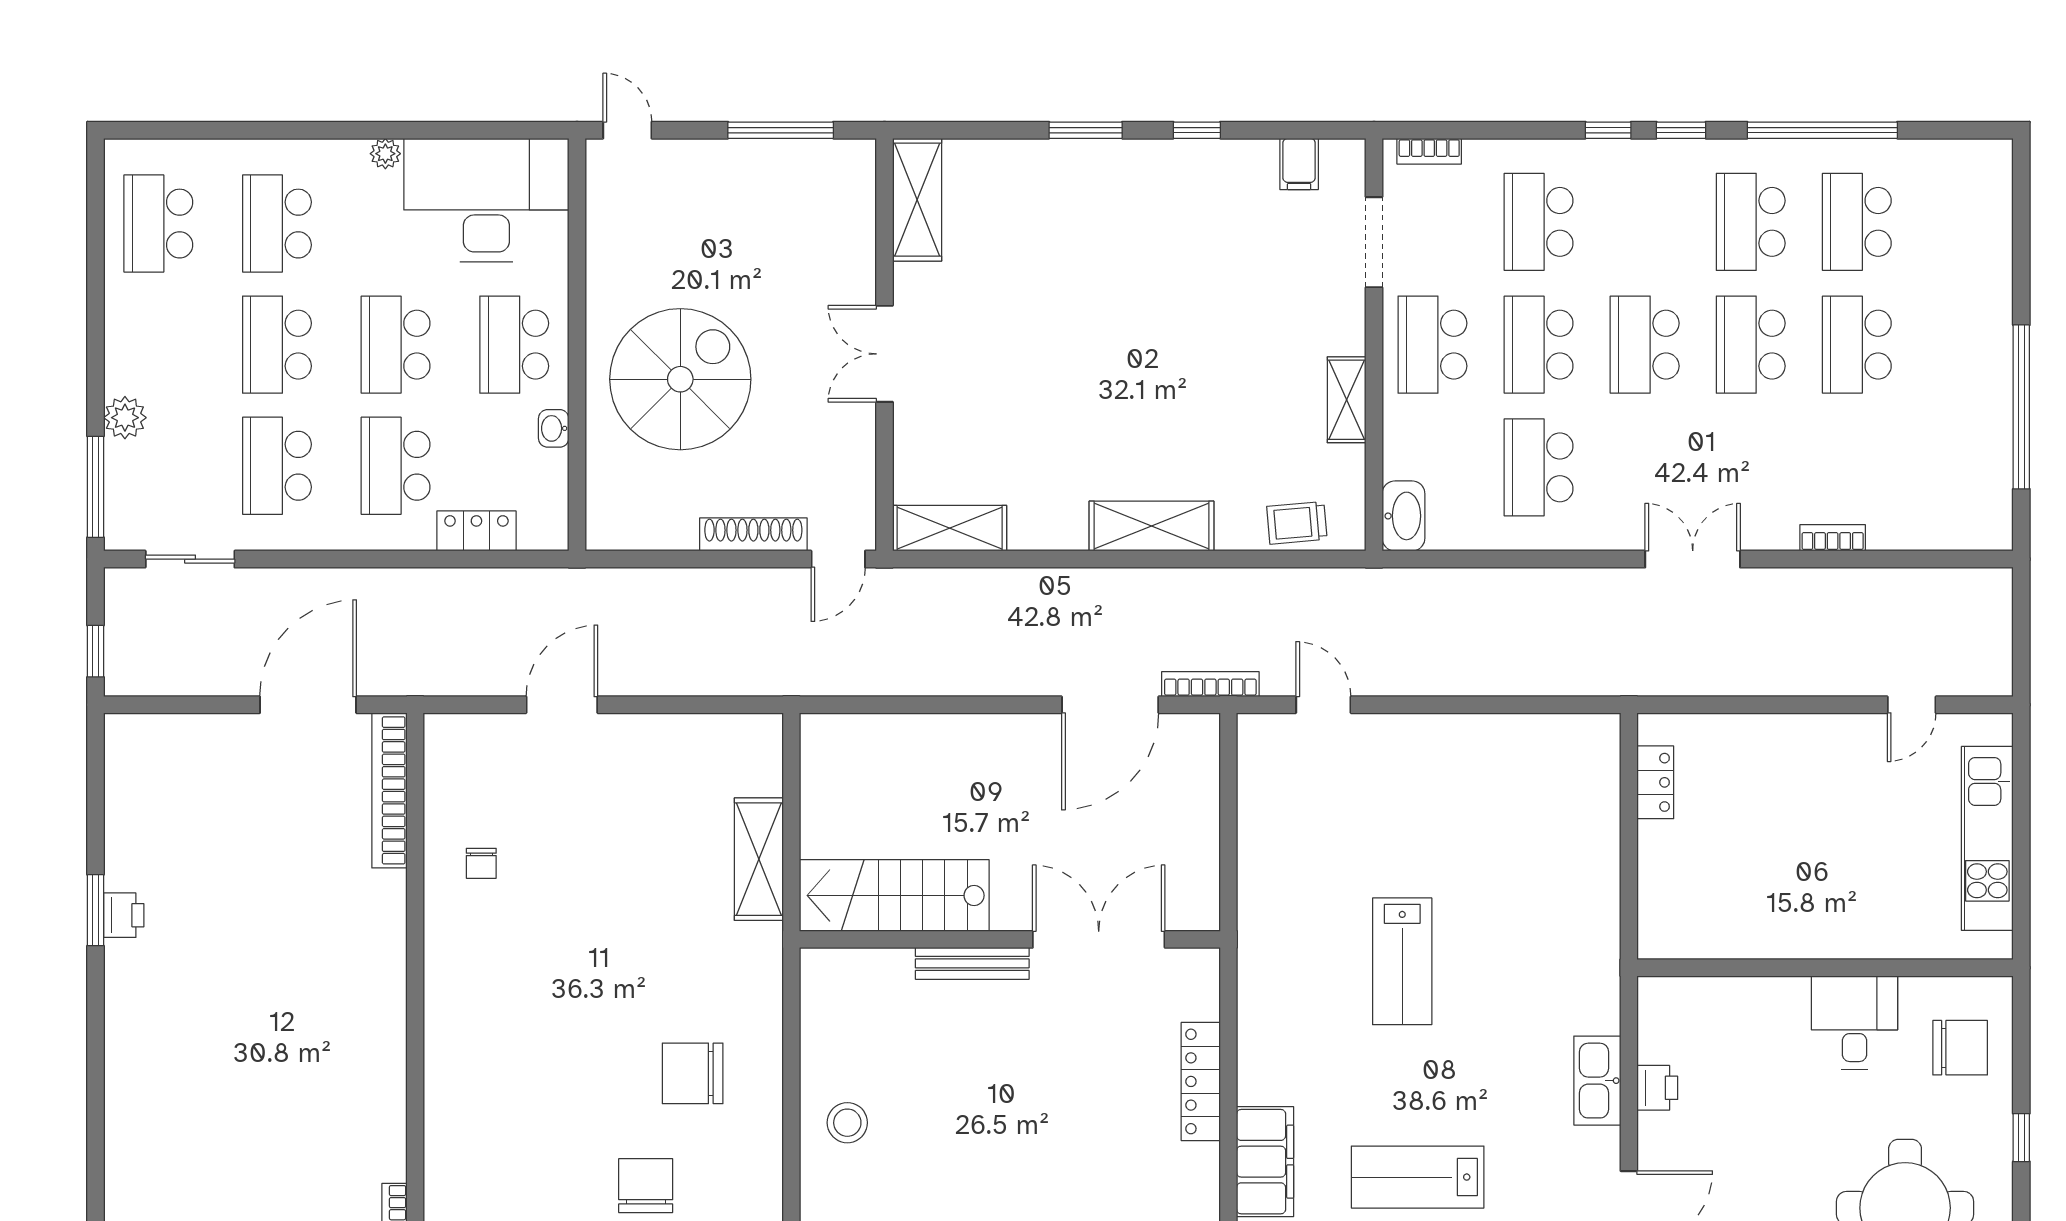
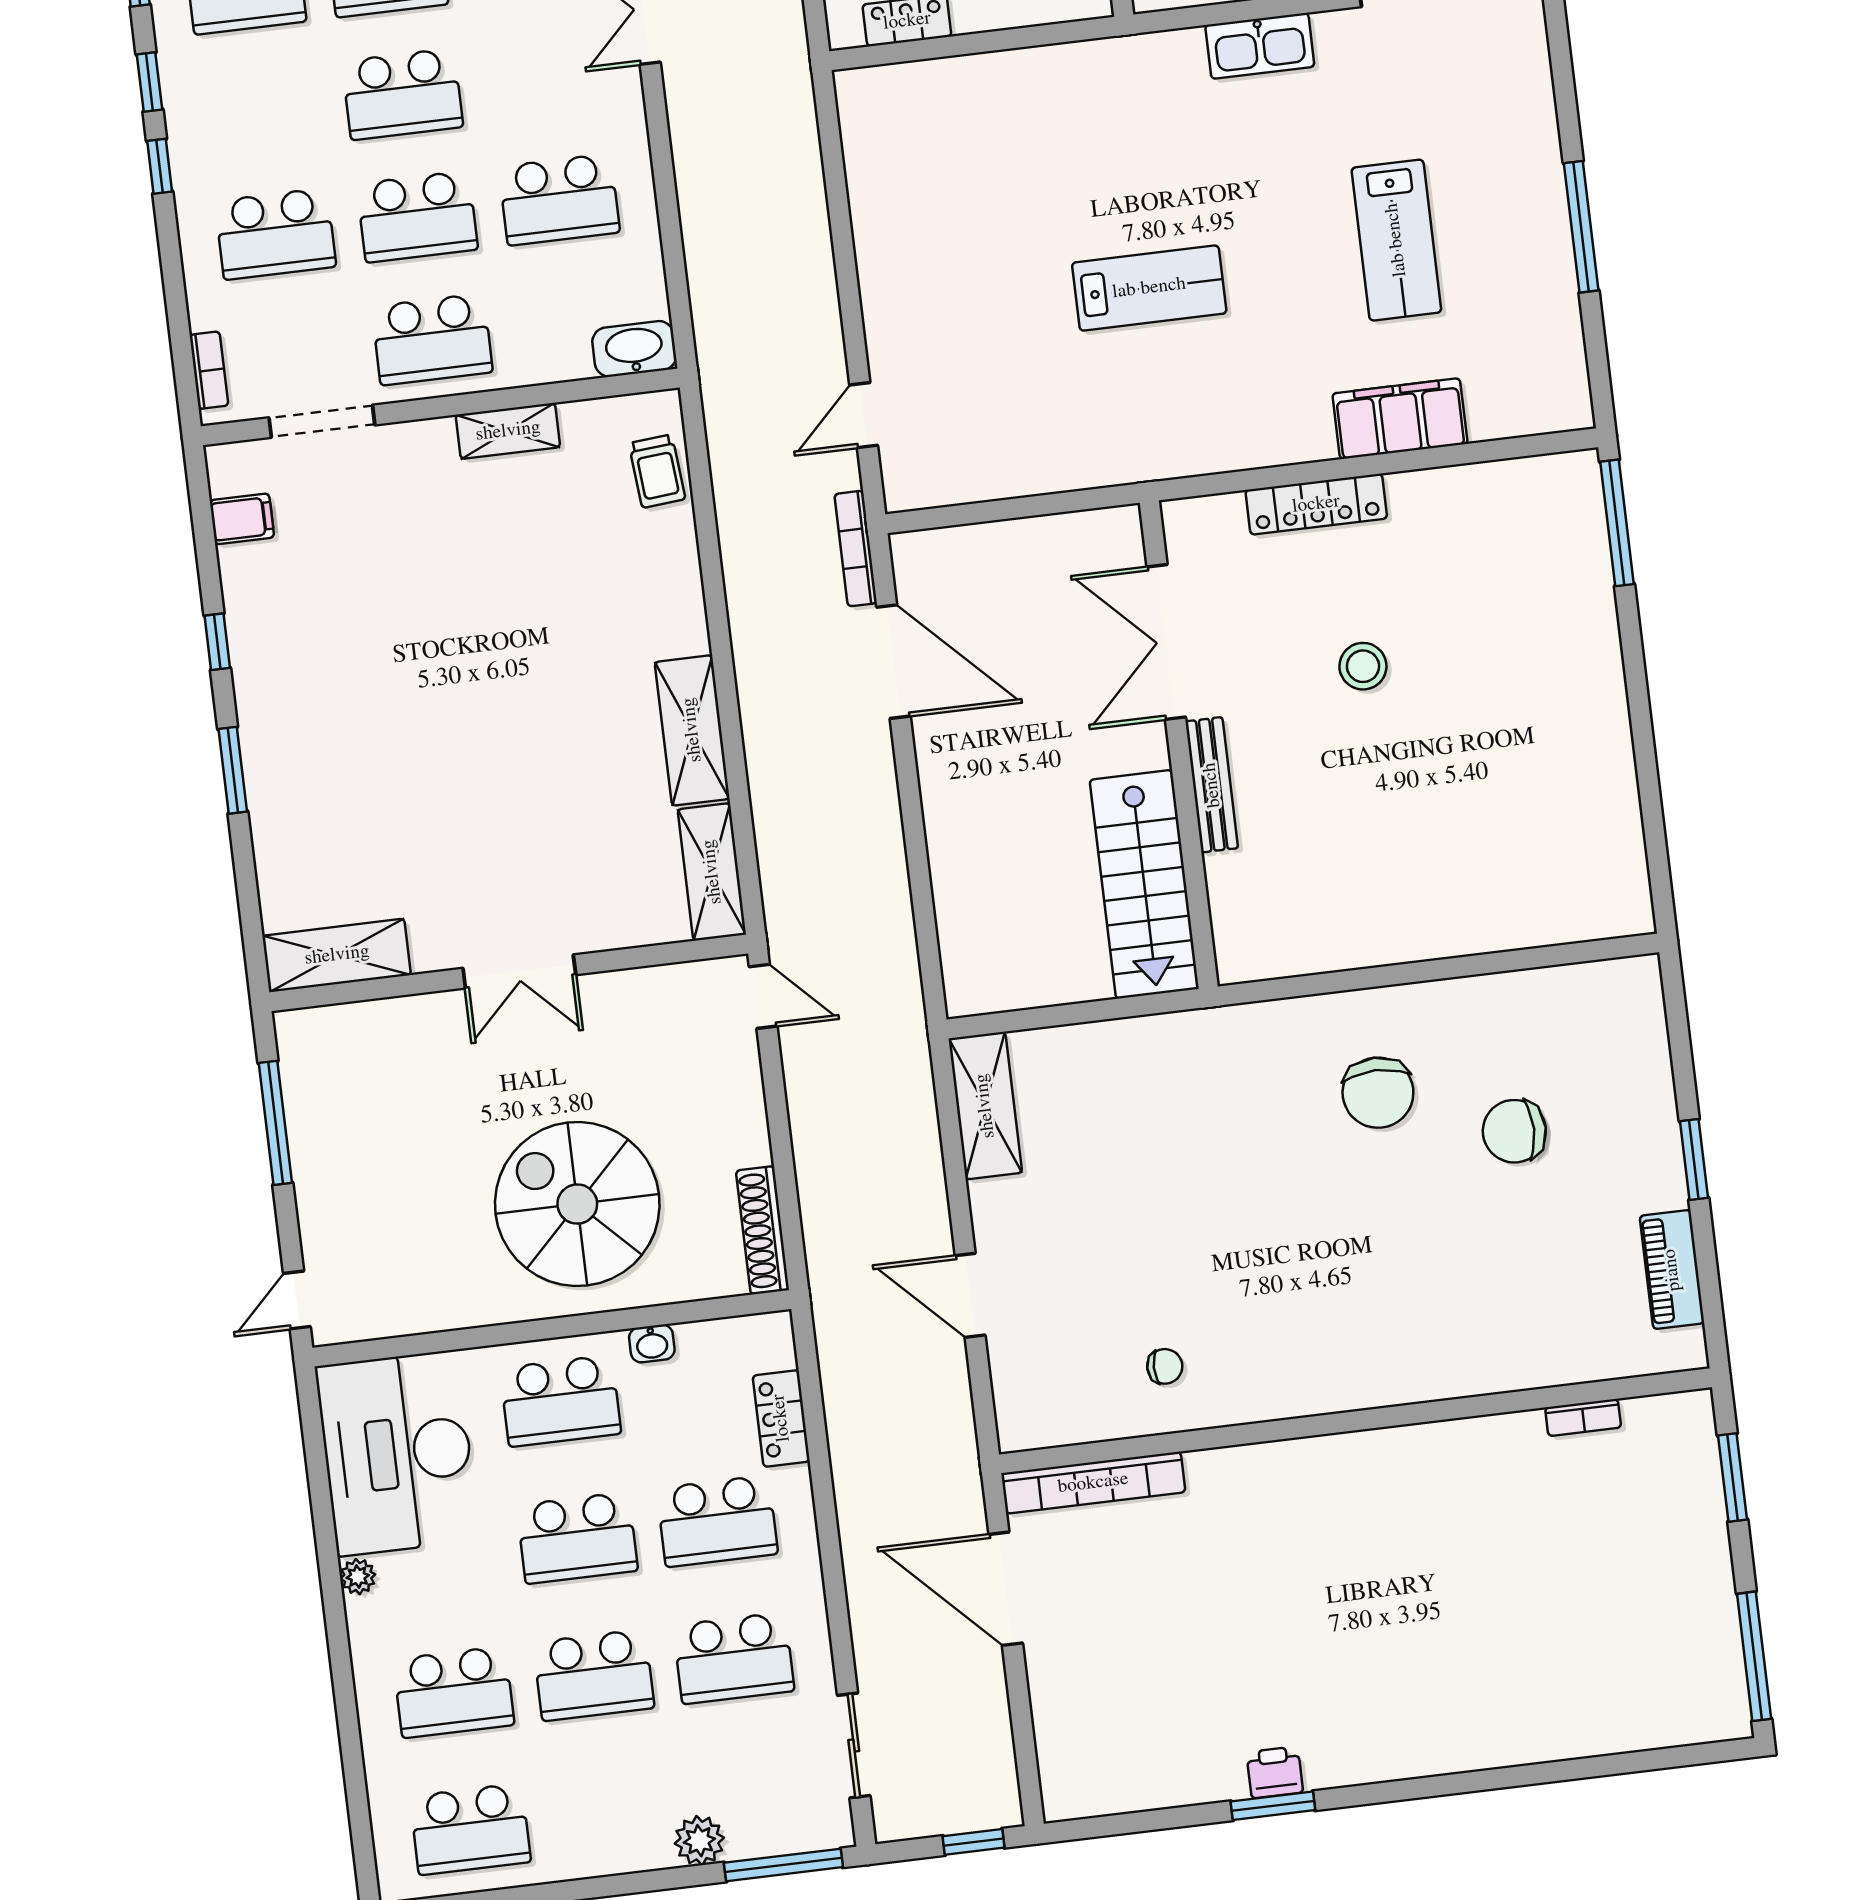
shelving: (1152, 526) -> (692, 730), moved
shoe rack: (753, 534) -> (762, 1230), moved
shelving: (759, 859) -> (985, 1106), moved, turned 90
stool: (847, 1123) -> (1363, 666), moved

